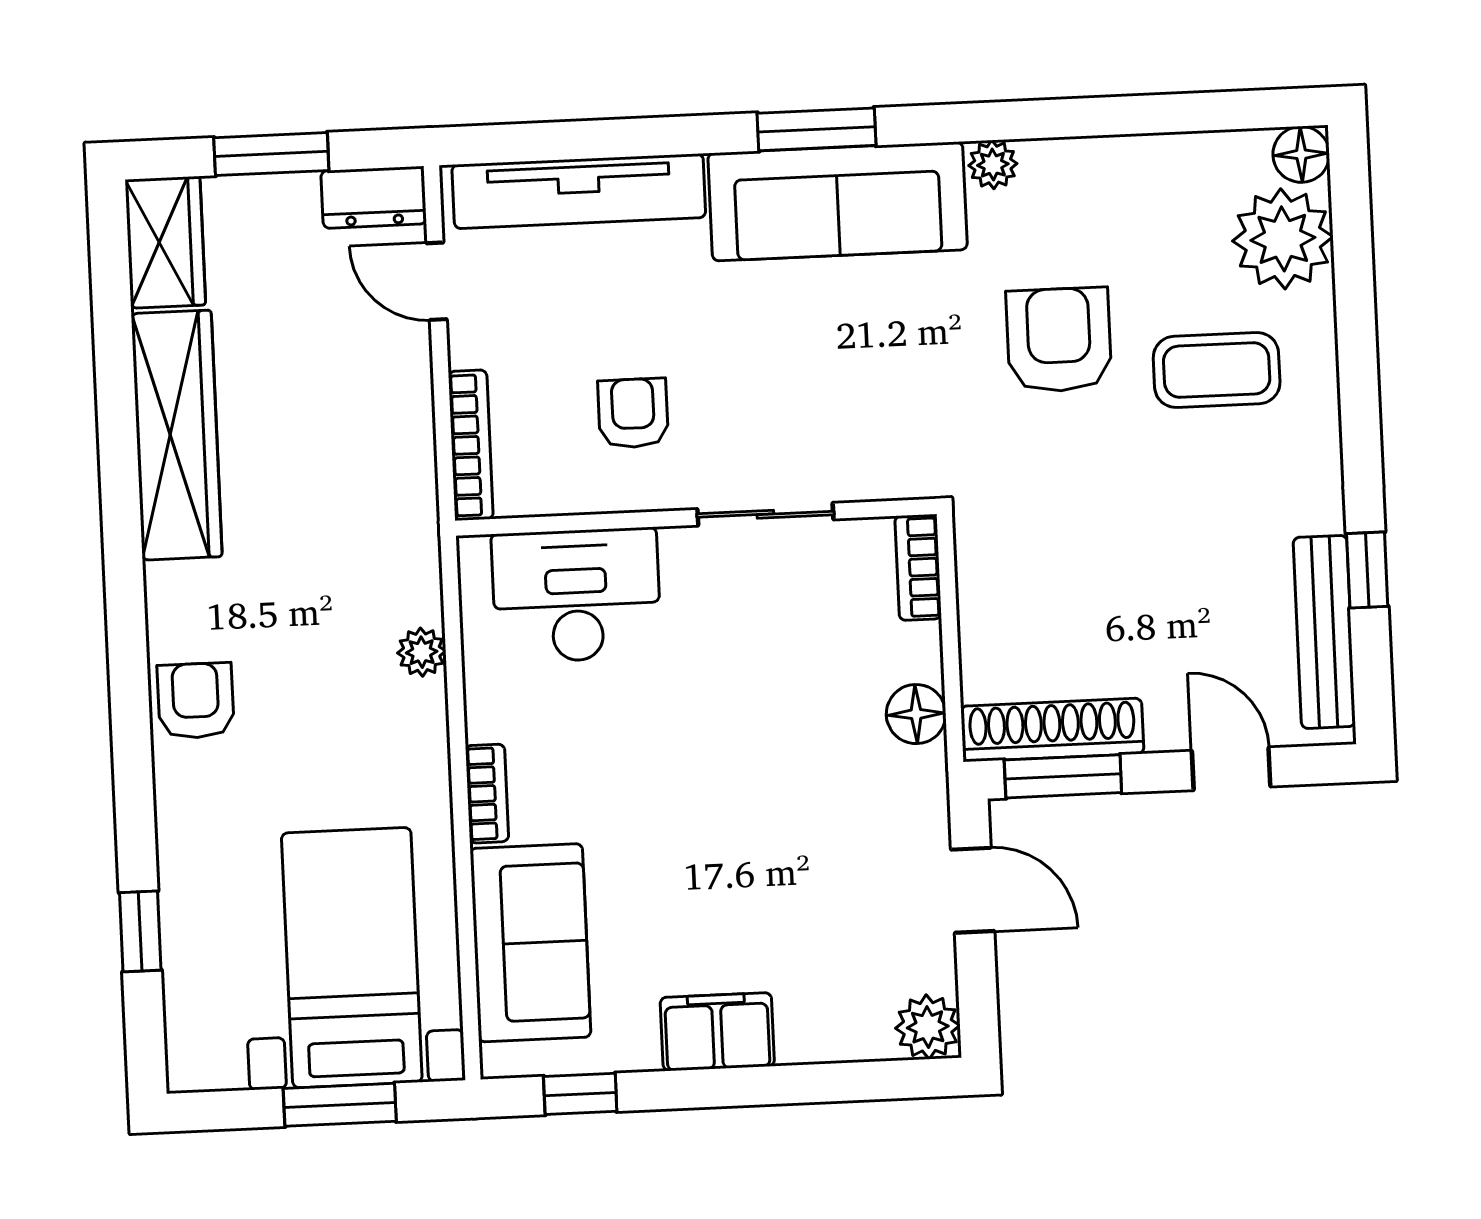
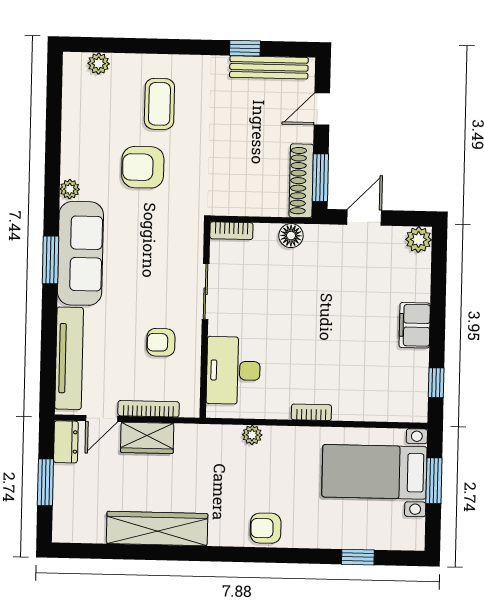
floor lamp: (1301, 154) -> (74, 63), removed
plant: (1283, 239) -> (99, 64), width x0.53, depth x0.53
wardrobe: (165, 242) -> (147, 438), moved, turned 180
bookcase: (471, 445) -> (149, 409), moved
sofa: (530, 943) -> (373, 399), removed

